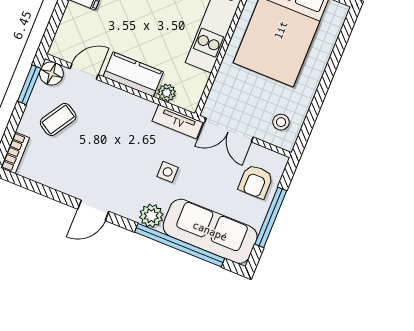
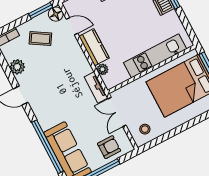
side table: (168, 172) -> (71, 107), removed
armchair: (256, 182) -> (109, 147), turned 180
plant: (151, 216) -> (17, 67), moved

